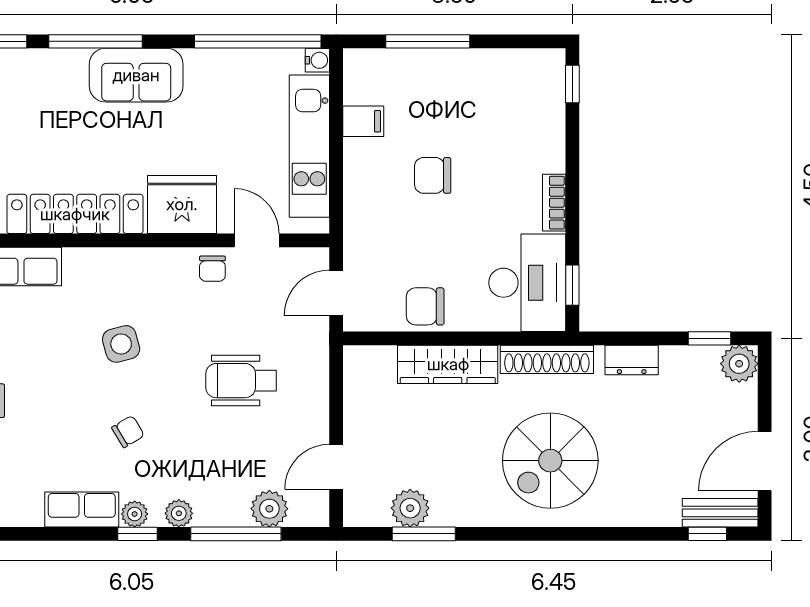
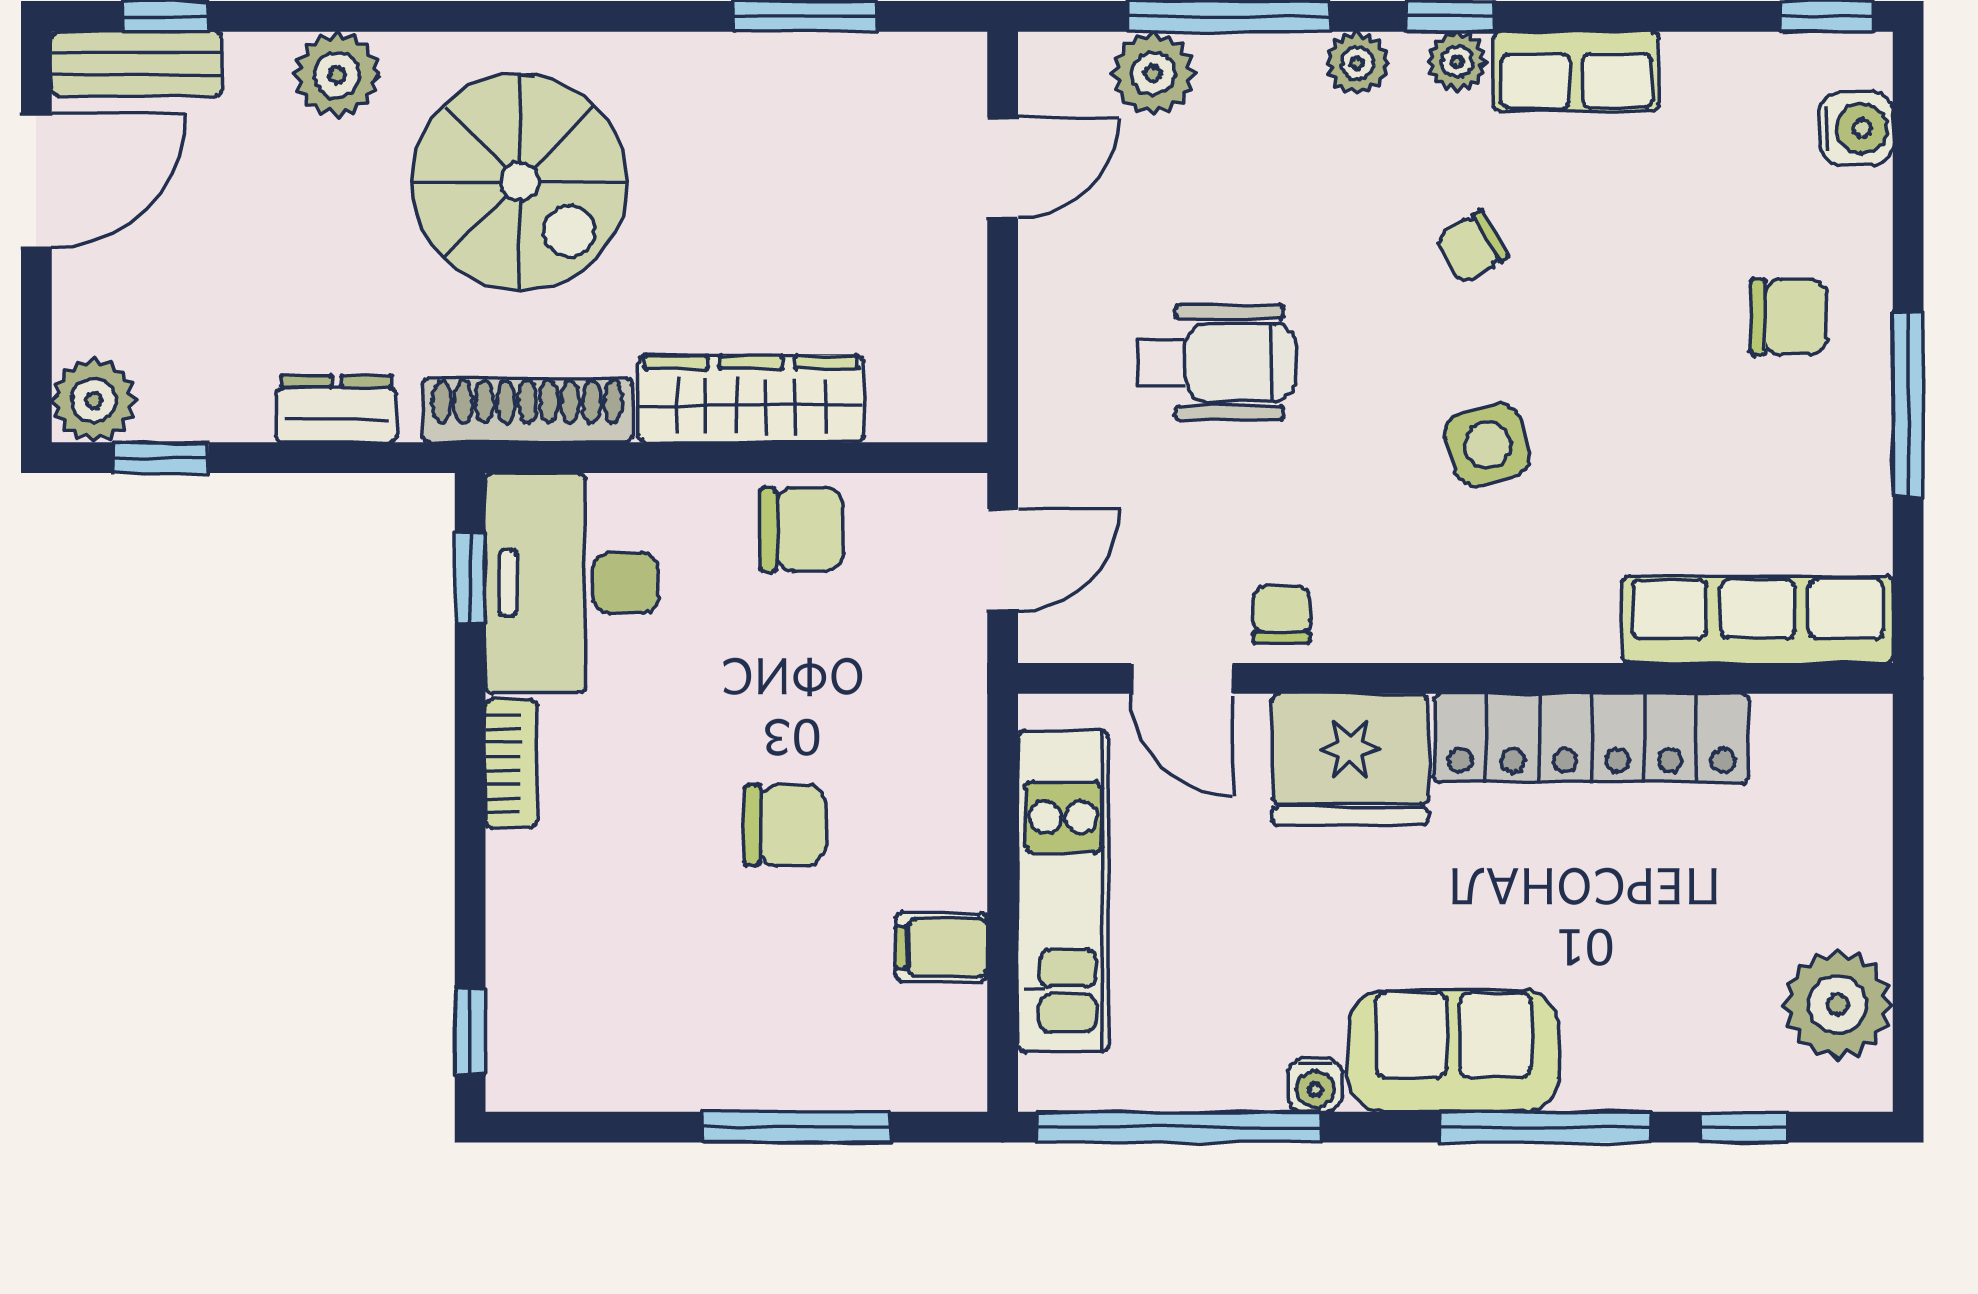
water cooler: (317, 60) -> (1315, 1085), moved, turned -90
spiral stairs: (550, 461) -> (520, 182), turned 90
plant: (410, 508) -> (337, 75), moved

